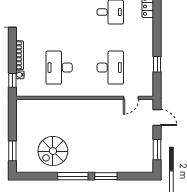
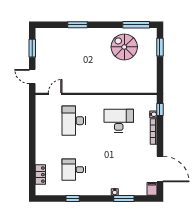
window: (157, 64) -> (32, 124), removed
desk: (59, 68) -> (119, 121), turned -90
spiral stairs: (53, 151) -> (124, 47), turned -90
window: (73, 176) -> (136, 25), moved

